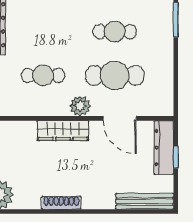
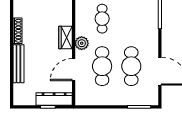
cafe table: (115, 32) -> (131, 66), width x1.37, depth x1.35
wardrobe: (63, 130) -> (65, 37), width x0.67
bench: (145, 201) -> (18, 64), moved

